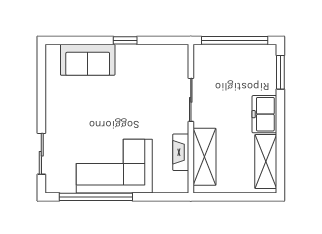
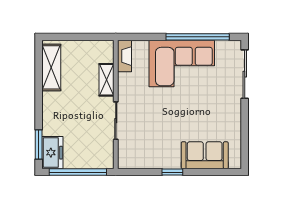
freezer: (264, 114) -> (52, 153), moved
fireplace: (181, 152) -> (124, 56), moved
sliding door: (41, 154) -> (245, 74), width x1.37
shelving: (204, 157) -> (106, 80), width x0.67, depth x0.75

